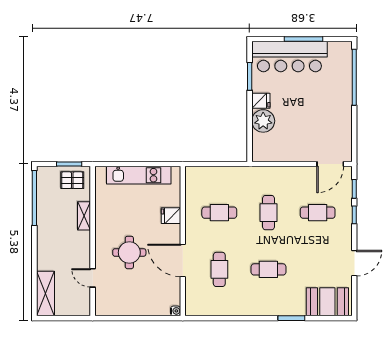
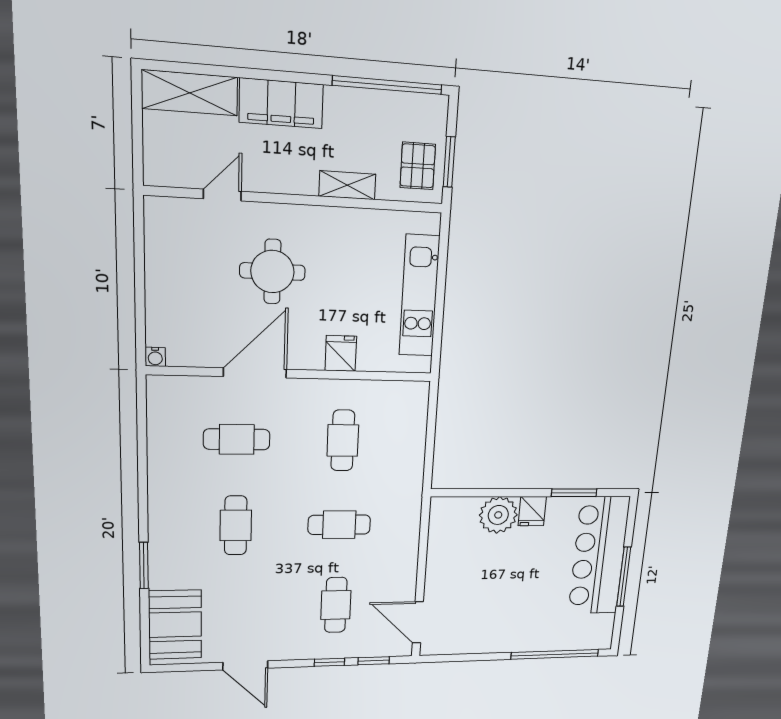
filing cabinet: (47, 250) -> (281, 103), added

